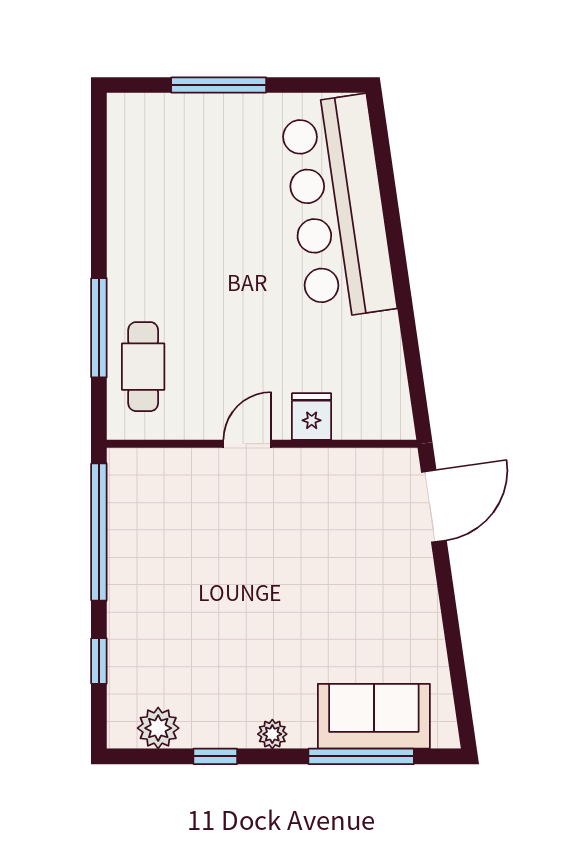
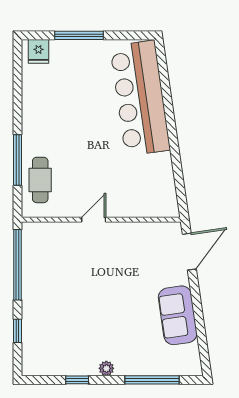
fridge: (312, 417) -> (38, 51), moved, turned 180
sofa: (374, 716) -> (178, 315), moved, turned -98
plant: (158, 728) -> (48, 365), removed

